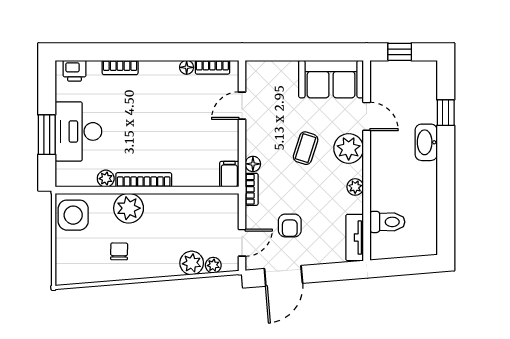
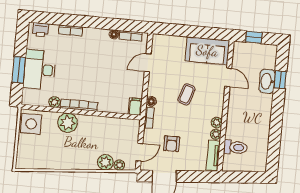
washbasin: (426, 142) -> (267, 81), moved
plant: (349, 148) -> (216, 134), moved, width x0.53, depth x0.53
chair: (119, 251) -> (59, 150), removed

